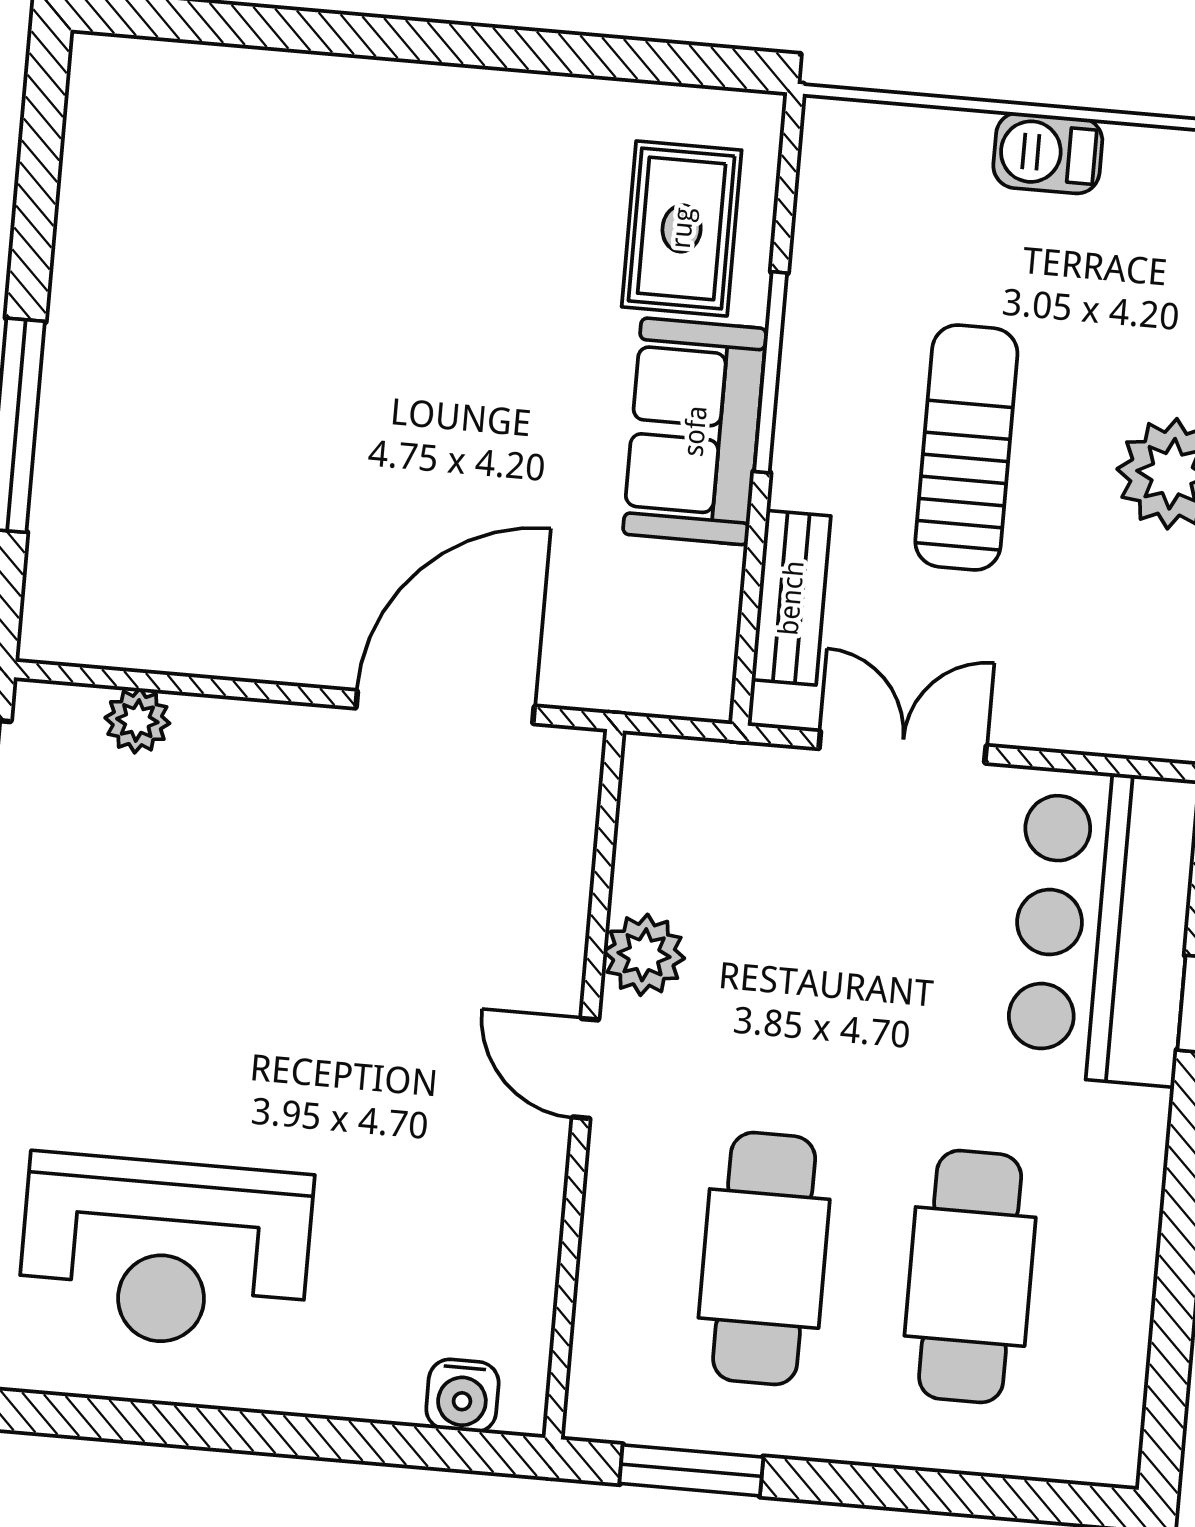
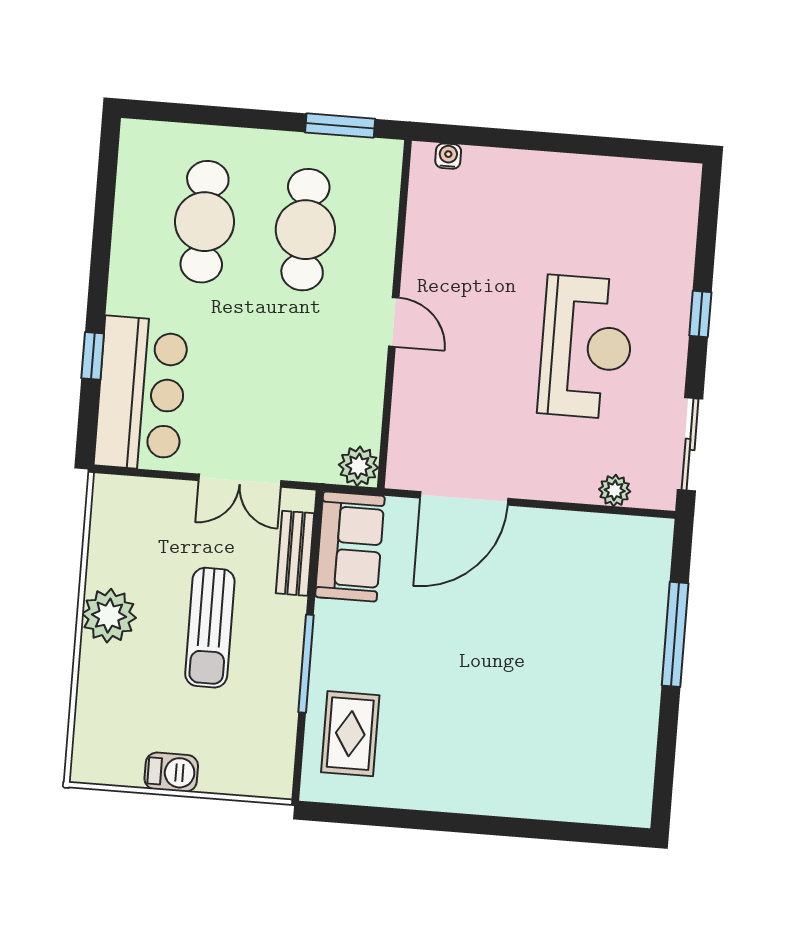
sofa: (695, 431) -> (350, 547), moved
plant: (644, 955) -> (359, 466), moved
reception desk: (165, 1252) -> (586, 347), moved, turned 90
water cooler: (462, 1396) -> (448, 156), width x0.72, depth x0.72

